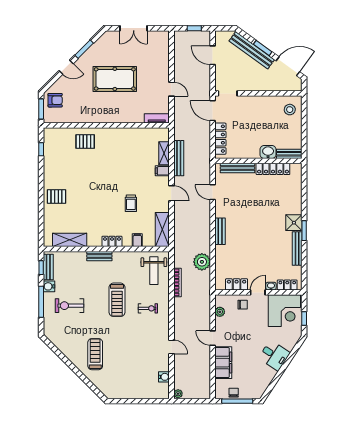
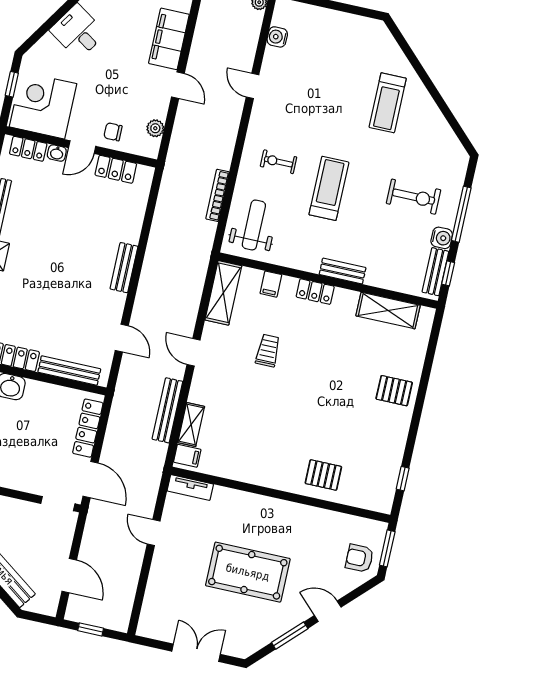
filing cabinet: (162, 171) -> (187, 456), moved
plant: (202, 262) -> (167, 222), removed

